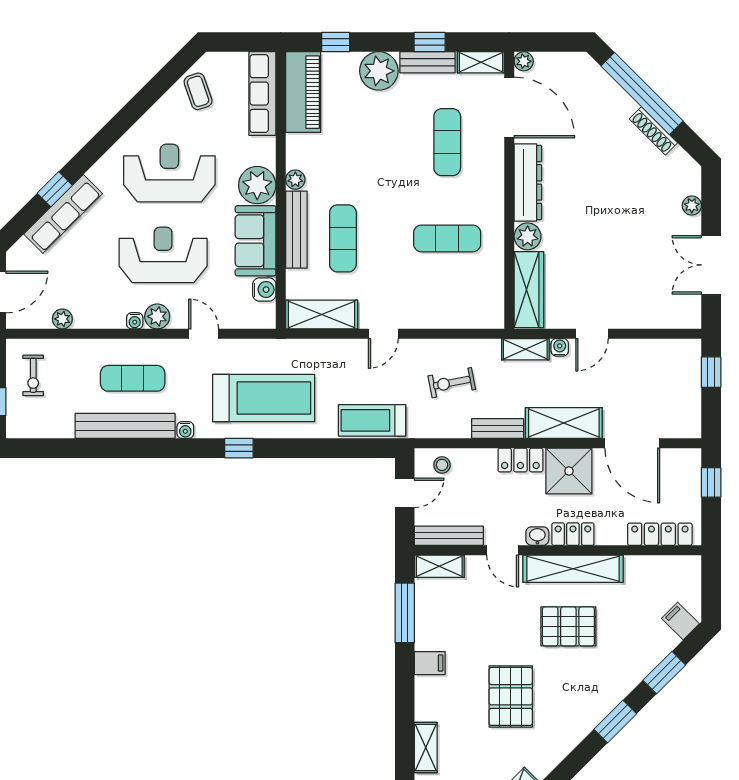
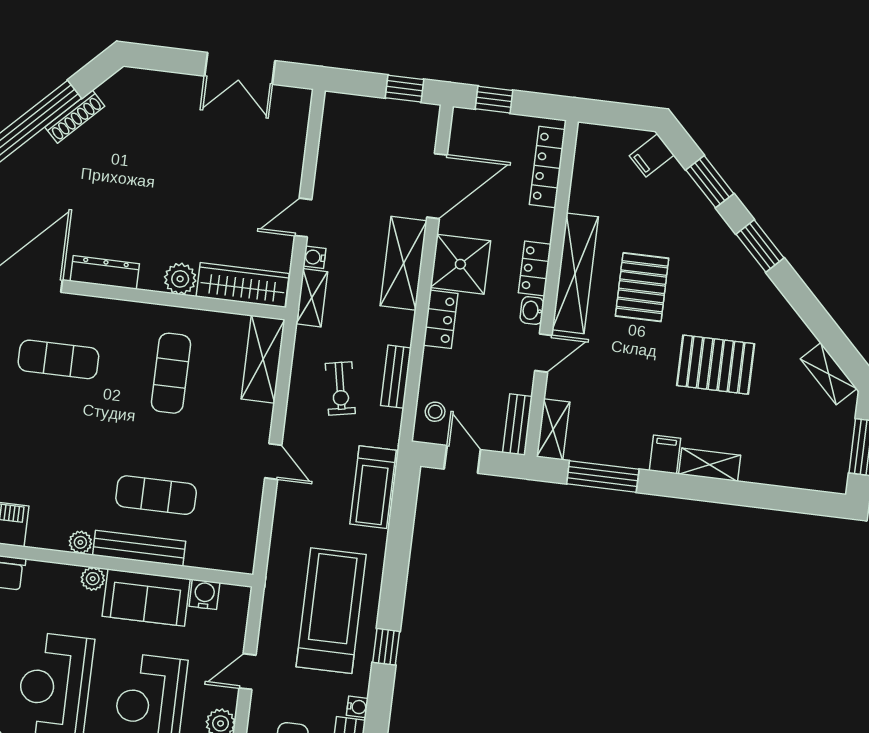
dresser: (528, 182) -> (105, 272), width x0.73, depth x0.80
plant: (257, 185) -> (93, 579), width x0.53, depth x0.53
plant: (692, 206) -> (168, 82), removed
shelving: (322, 315) -> (263, 359), moved
door: (592, 334) -> (303, 218), swing flipped
window: (711, 372) -> (404, 89), moved
bench: (498, 428) -> (396, 377), moved
bench: (449, 536) -> (517, 425), width x0.73
shelving: (426, 747) -> (710, 465), moved

